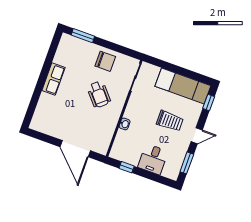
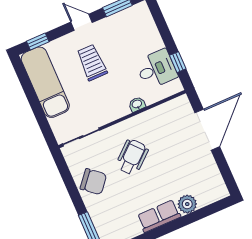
chair: (105, 61) -> (93, 182), turned 130
plant: (46, 100) -> (187, 204), added
desk: (153, 159) -> (156, 69), moved

